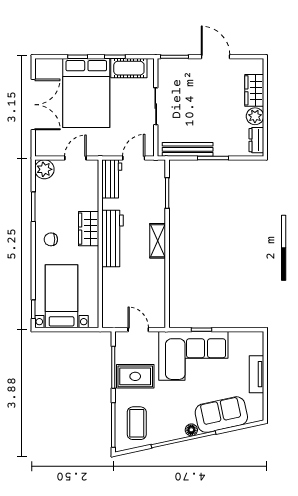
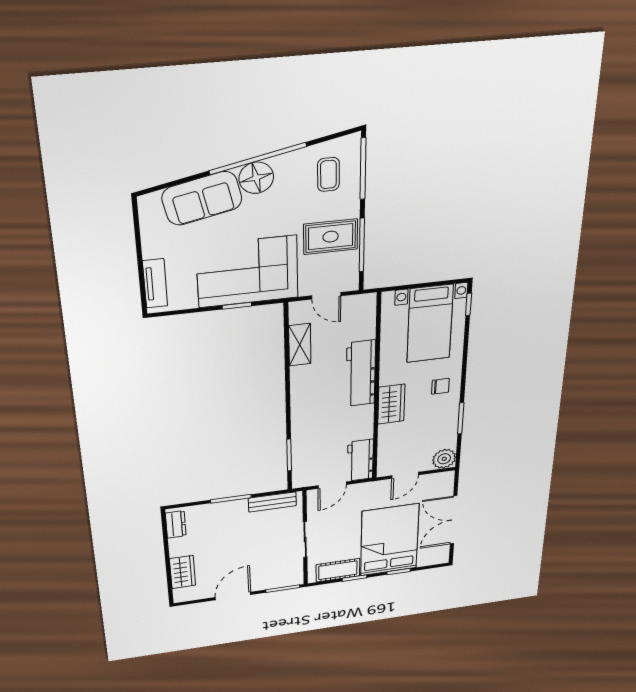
door: (215, 57) -> (233, 596), swing flipped
plant: (255, 116) -> (180, 548), removed
bench: (188, 149) -> (272, 502), width x0.73
workbench: (112, 239) -> (361, 373), moved
shelving: (158, 241) -> (300, 345), moved
tv unit: (256, 374) -> (155, 283), moved
coffee table: (137, 423) -> (328, 174), width x0.73, depth x0.77
floor lamp: (191, 430) -> (256, 178), width x1.89, depth x1.89

